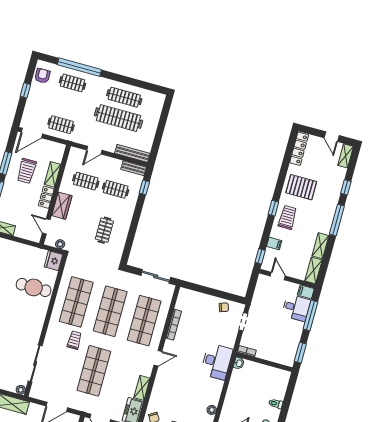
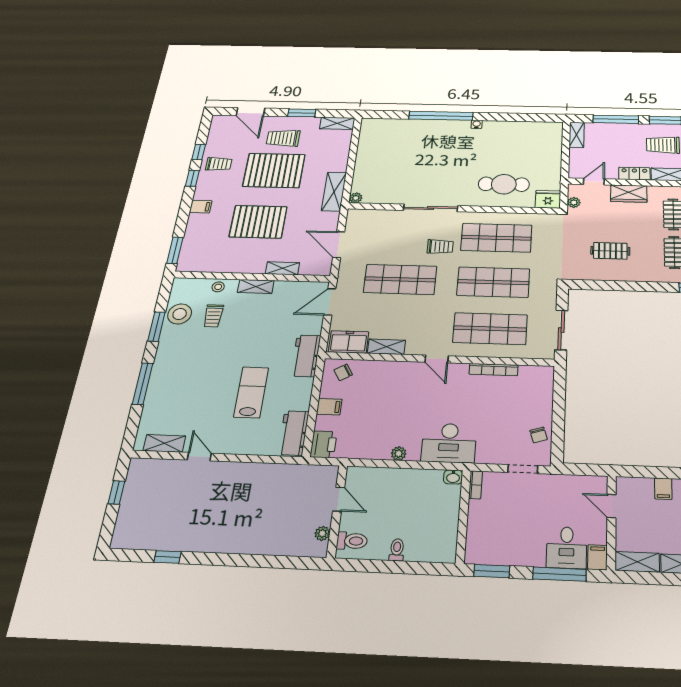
window: (260, 256) -> (636, 472), removed
door: (278, 276) -> (612, 506), swing flipped
cafe table: (34, 287) -> (504, 184), turned 90
sliding door: (35, 363) -> (431, 208), moved
plant: (212, 410) -> (399, 454), moved

